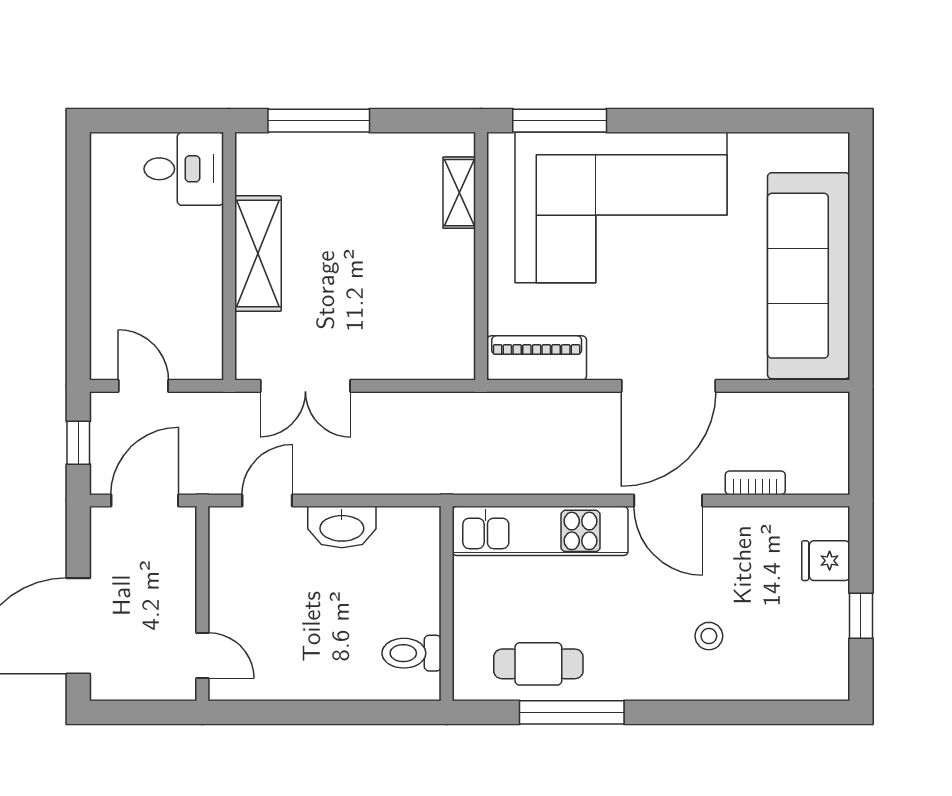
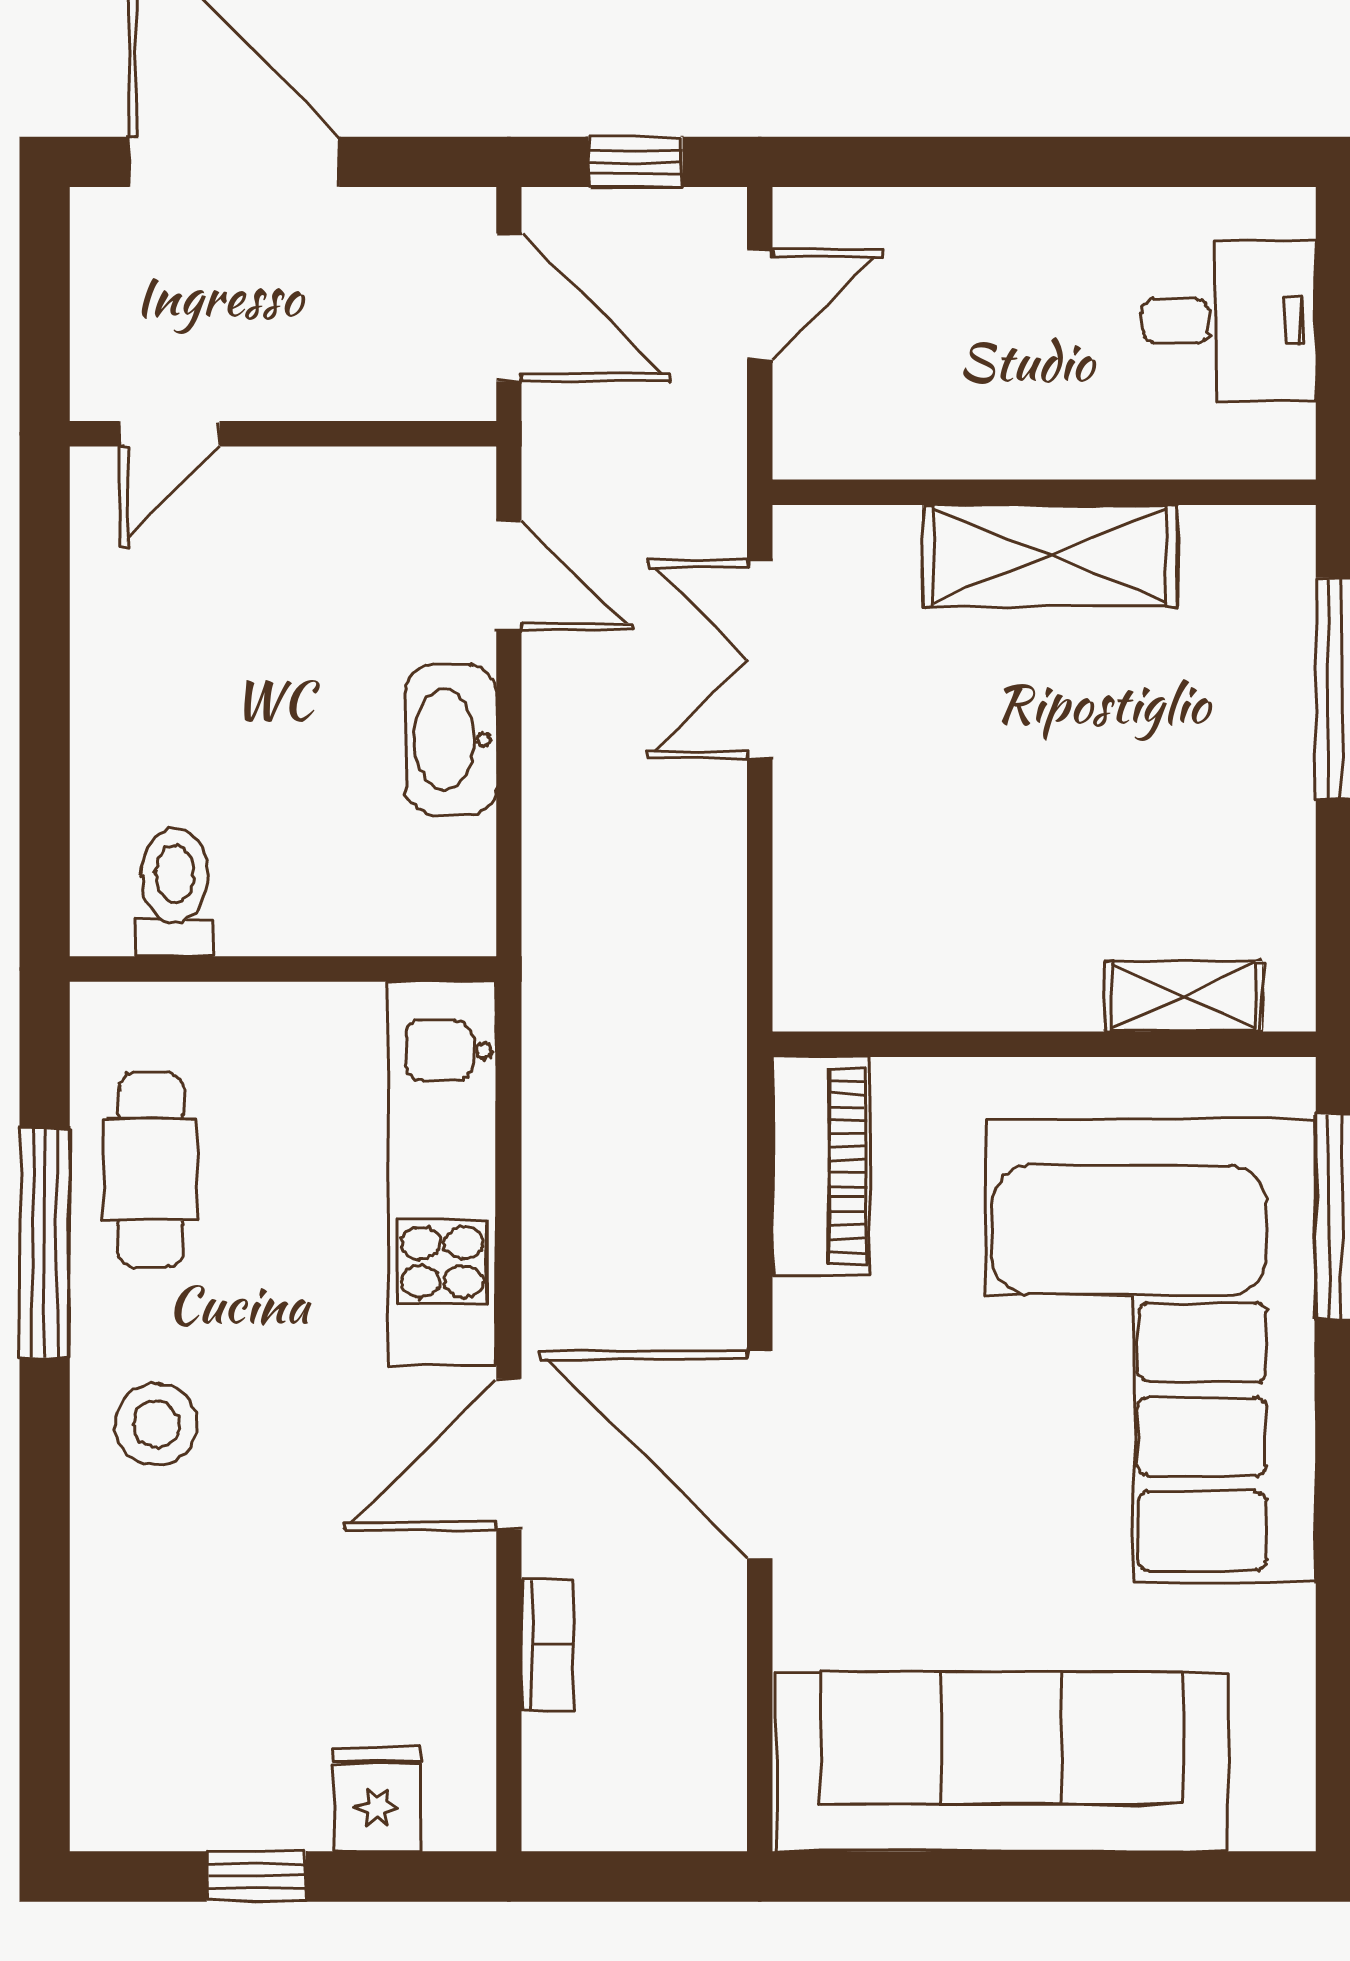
desk: (184, 169) -> (1229, 321), moved, turned -90
stool: (709, 636) -> (156, 1424), moved, width x1.37, depth x1.37

